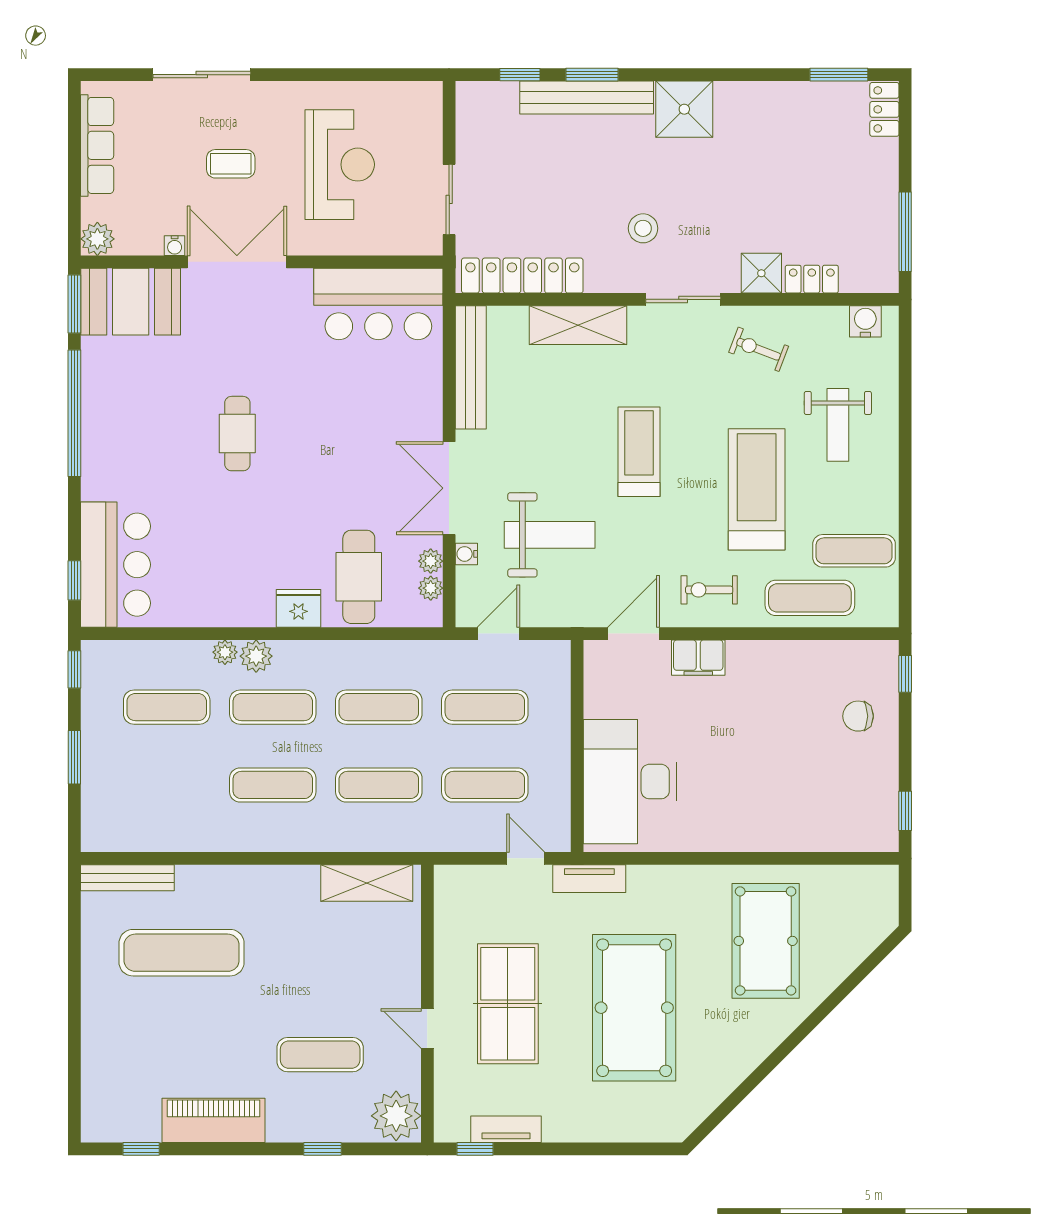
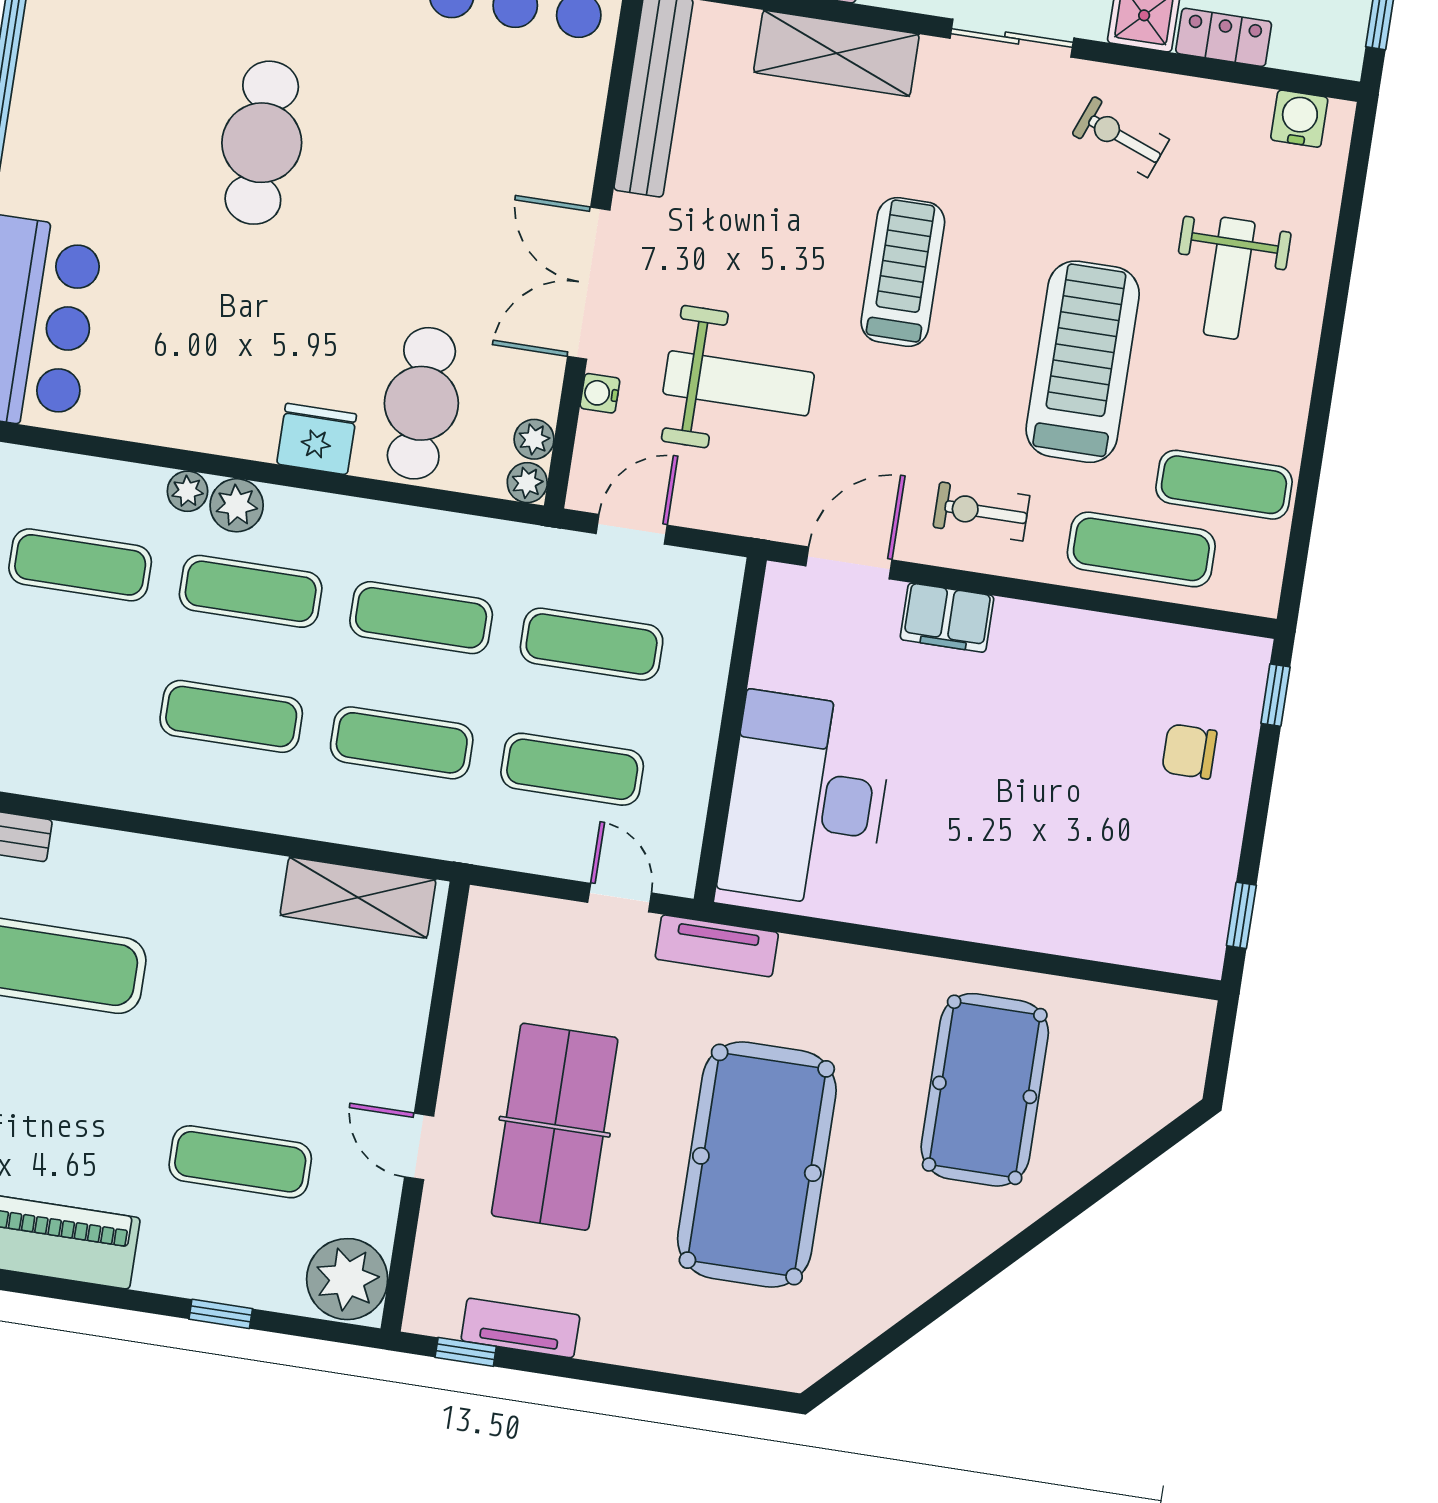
cafe table: (237, 434) -> (262, 143), width x1.37, depth x1.35
plant: (431, 561) -> (527, 483), moved

